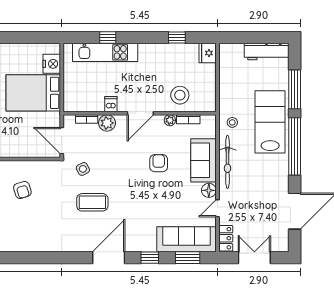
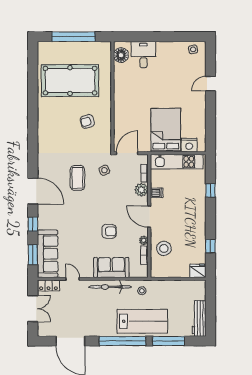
kitchen unit: (105, 52) -> (177, 162), moved, turned -90
floor lamp: (209, 190) -> (87, 272), removed

